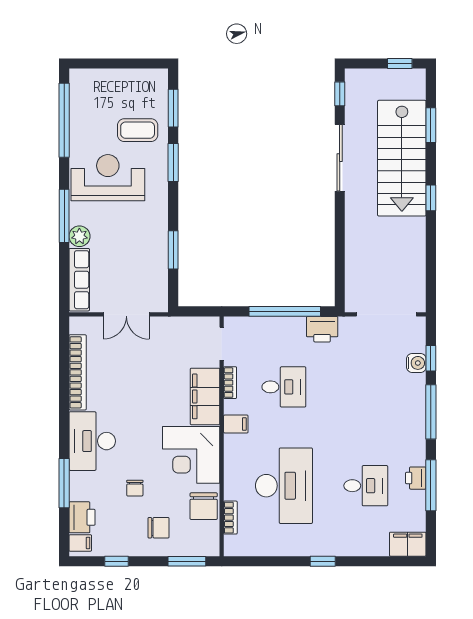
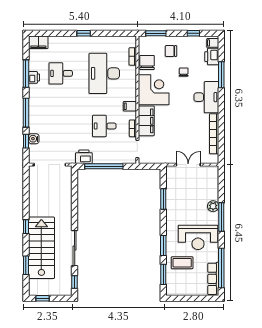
row of seats: (79, 280) -> (213, 279), moved

